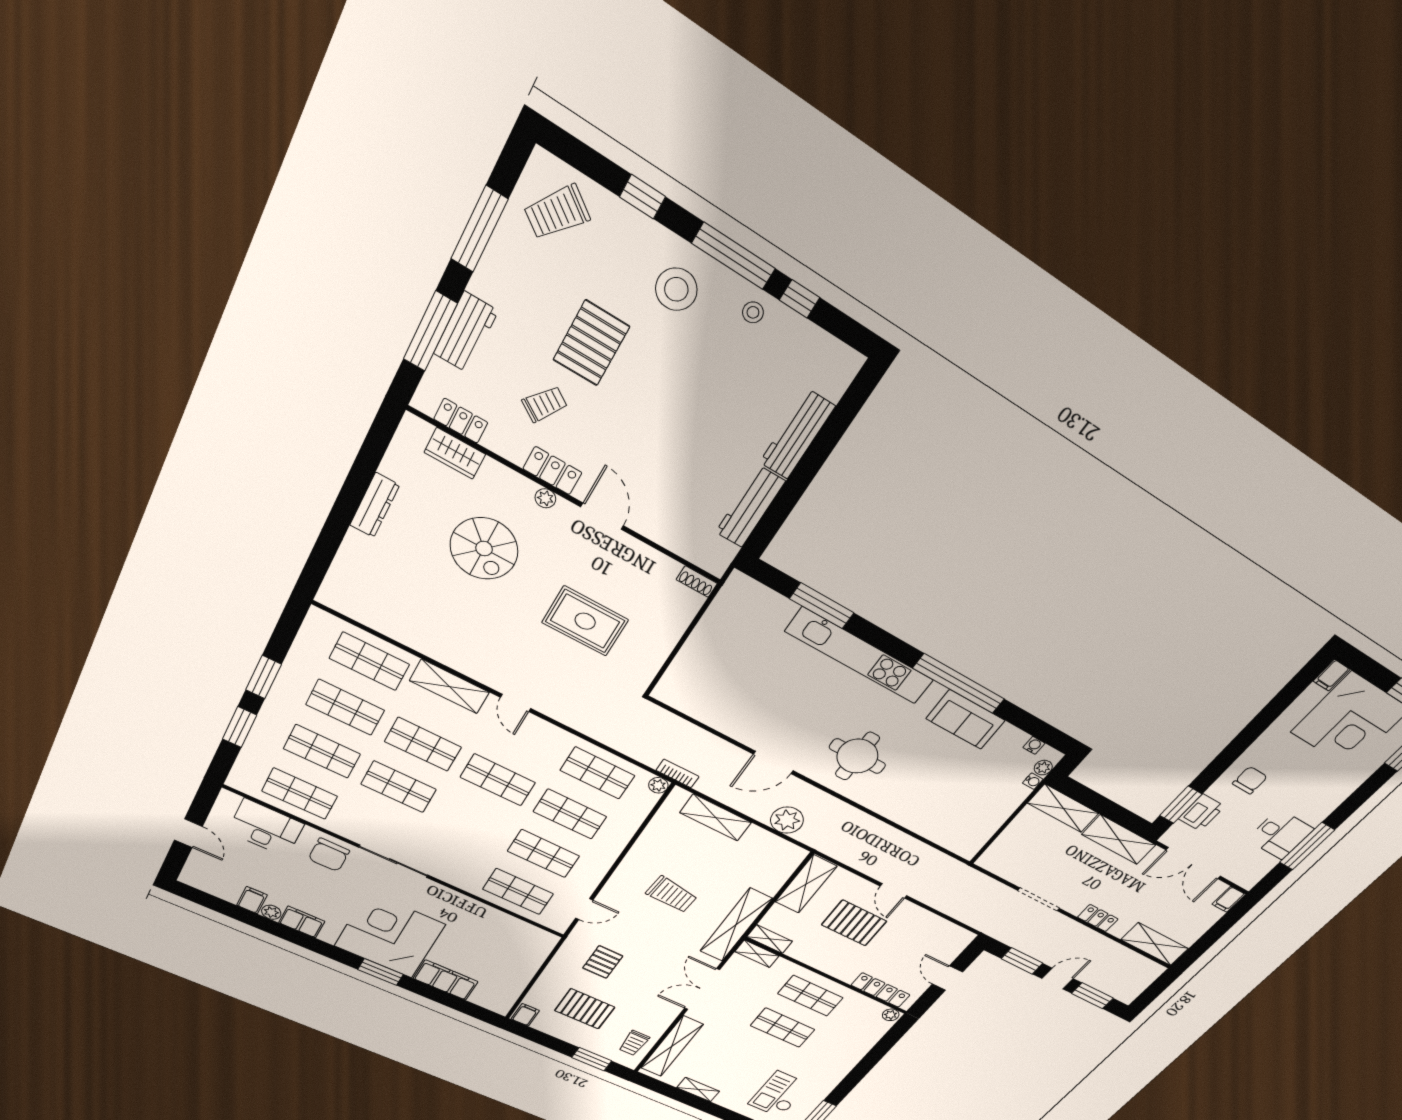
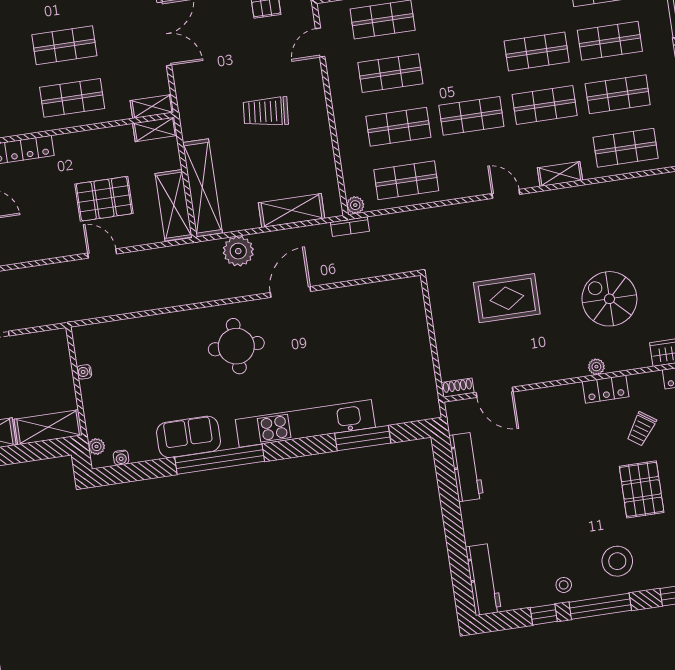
workbench: (797, 434) -> (483, 579), moved
door: (602, 516) -> (495, 392), moved
shelving: (449, 686) -> (560, 174), width x0.67, depth x0.75
water cooler: (1033, 781) -> (84, 372), moved
shelving: (736, 925) -> (202, 188), moved

